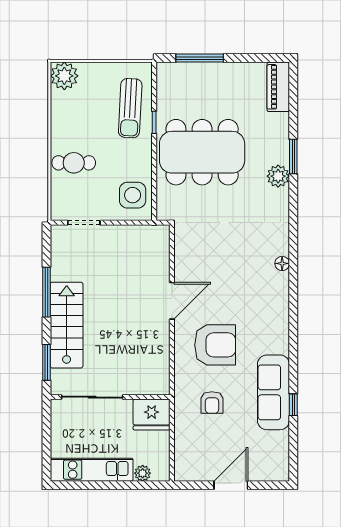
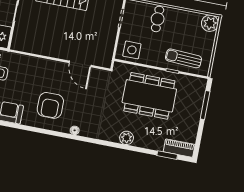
dining table: (202, 152) -> (149, 96), turned 90
window: (293, 156) -> (167, 155), moved
door: (172, 301) -> (80, 64), moved
armchair: (215, 345) -> (50, 105), moved

